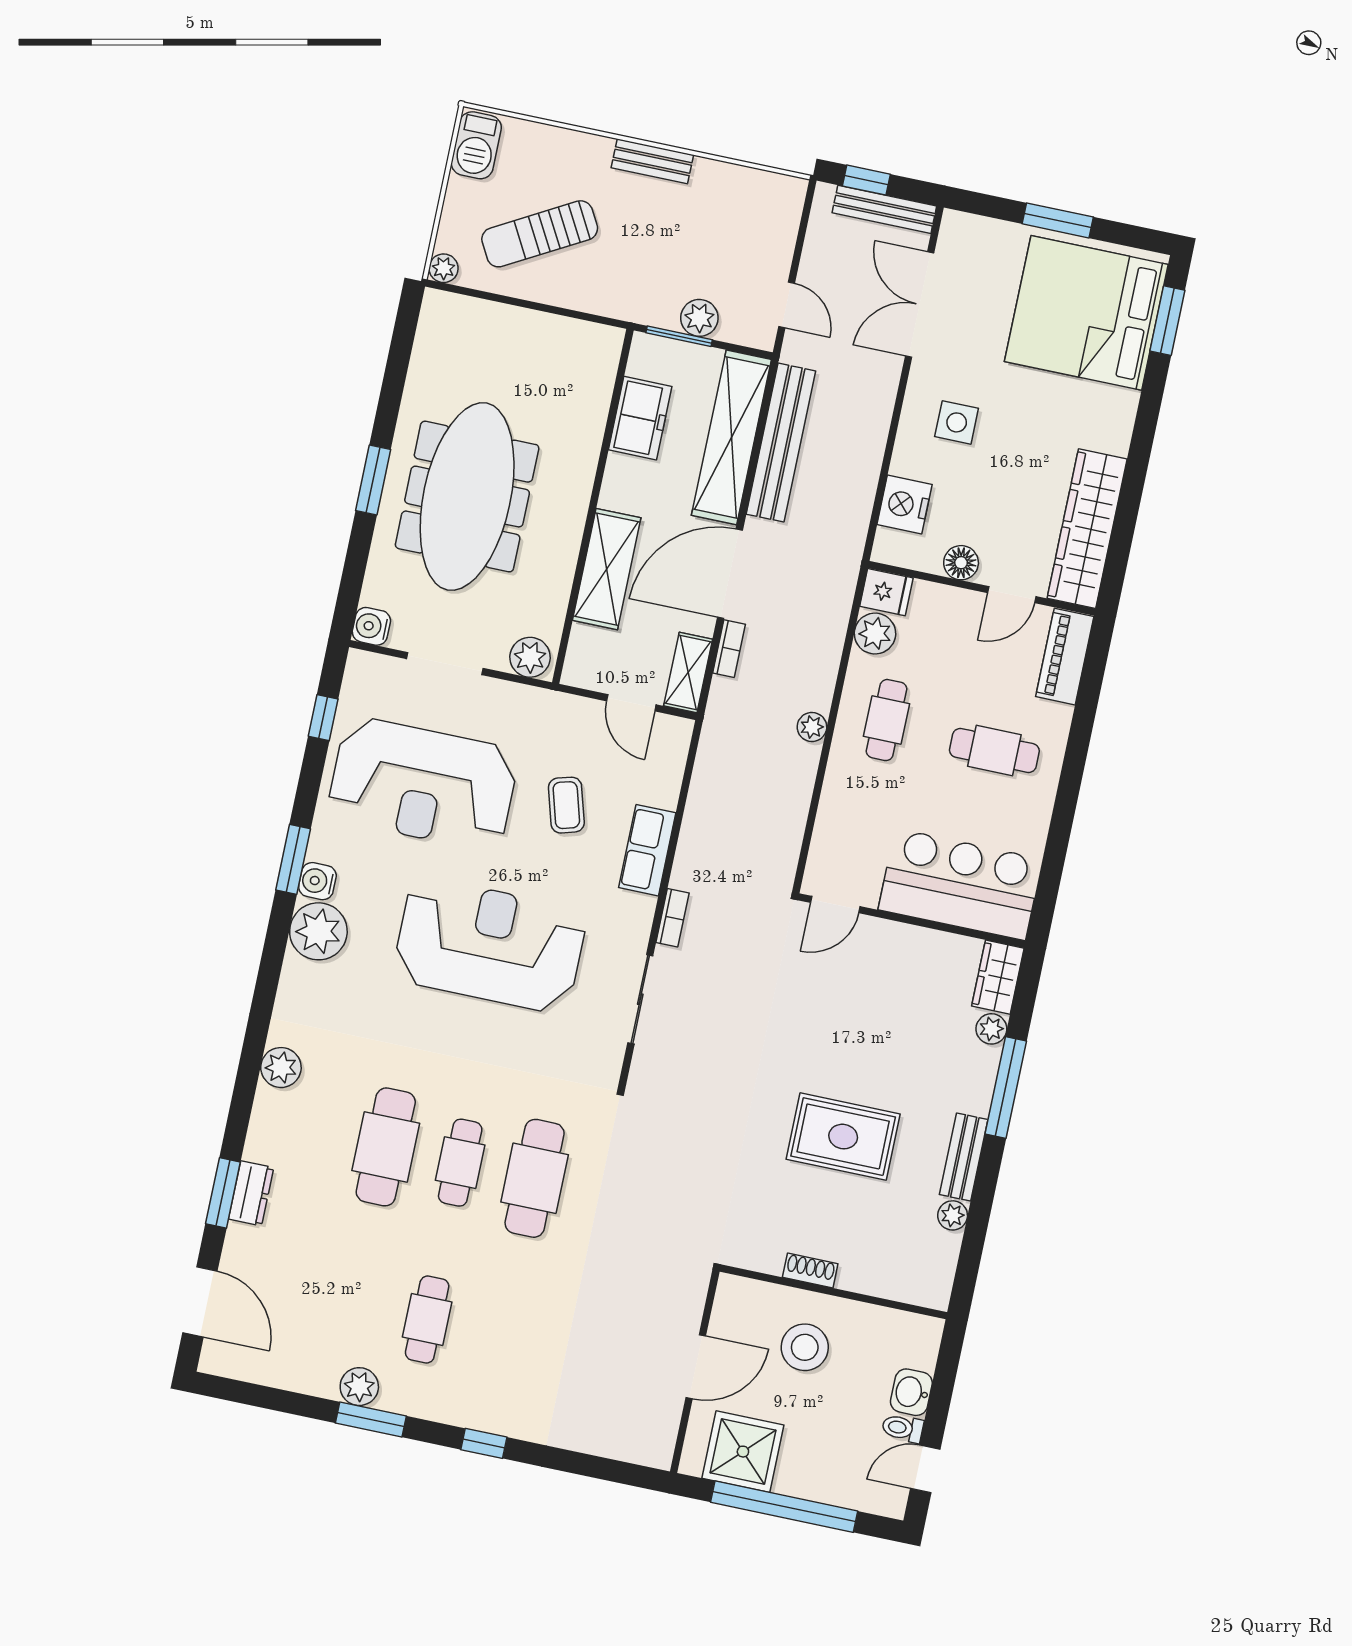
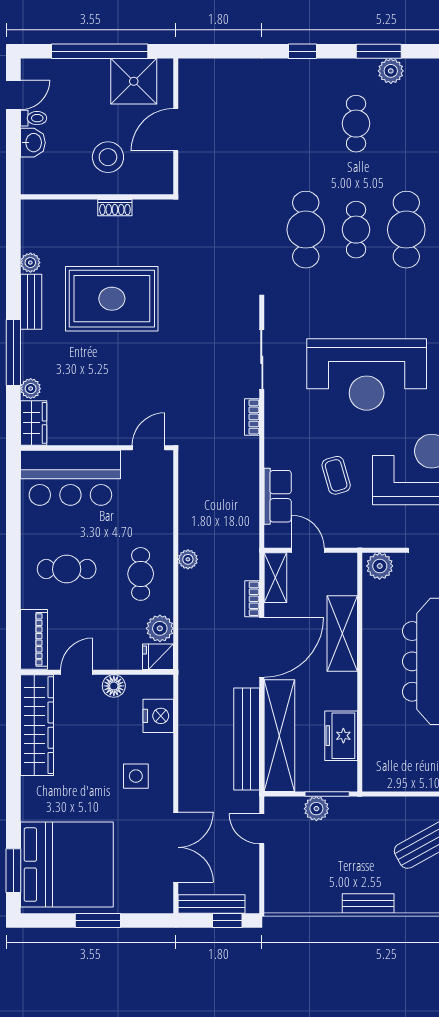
row of seats: (647, 850) -> (278, 496), moved
rug: (843, 1137) -> (112, 299), width x1.37, depth x1.44

